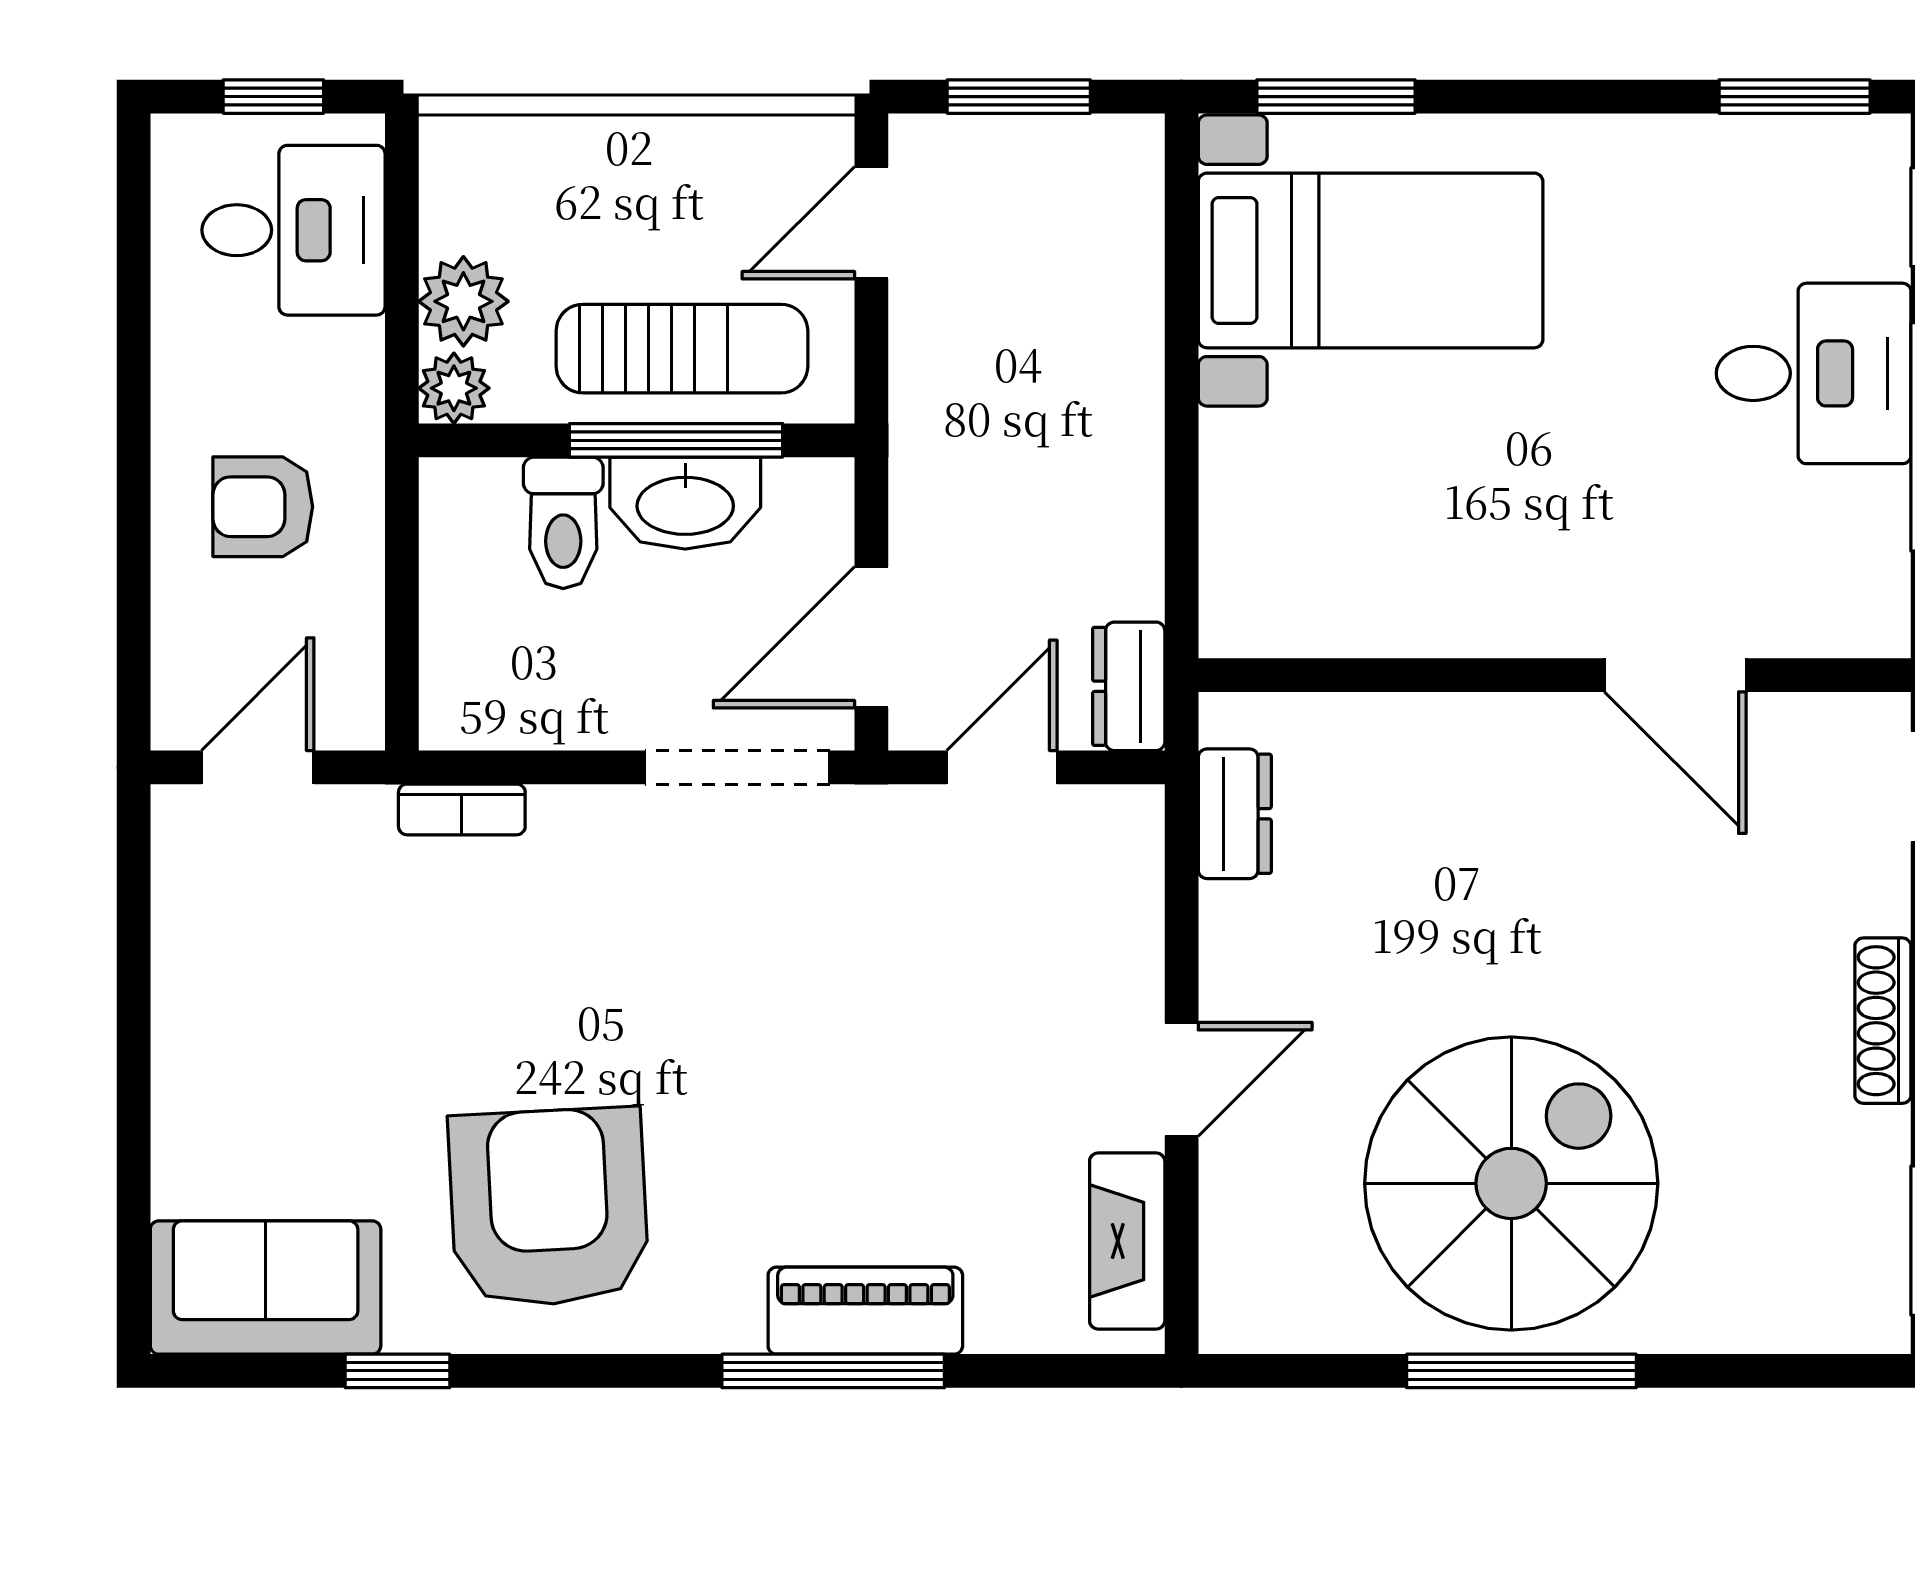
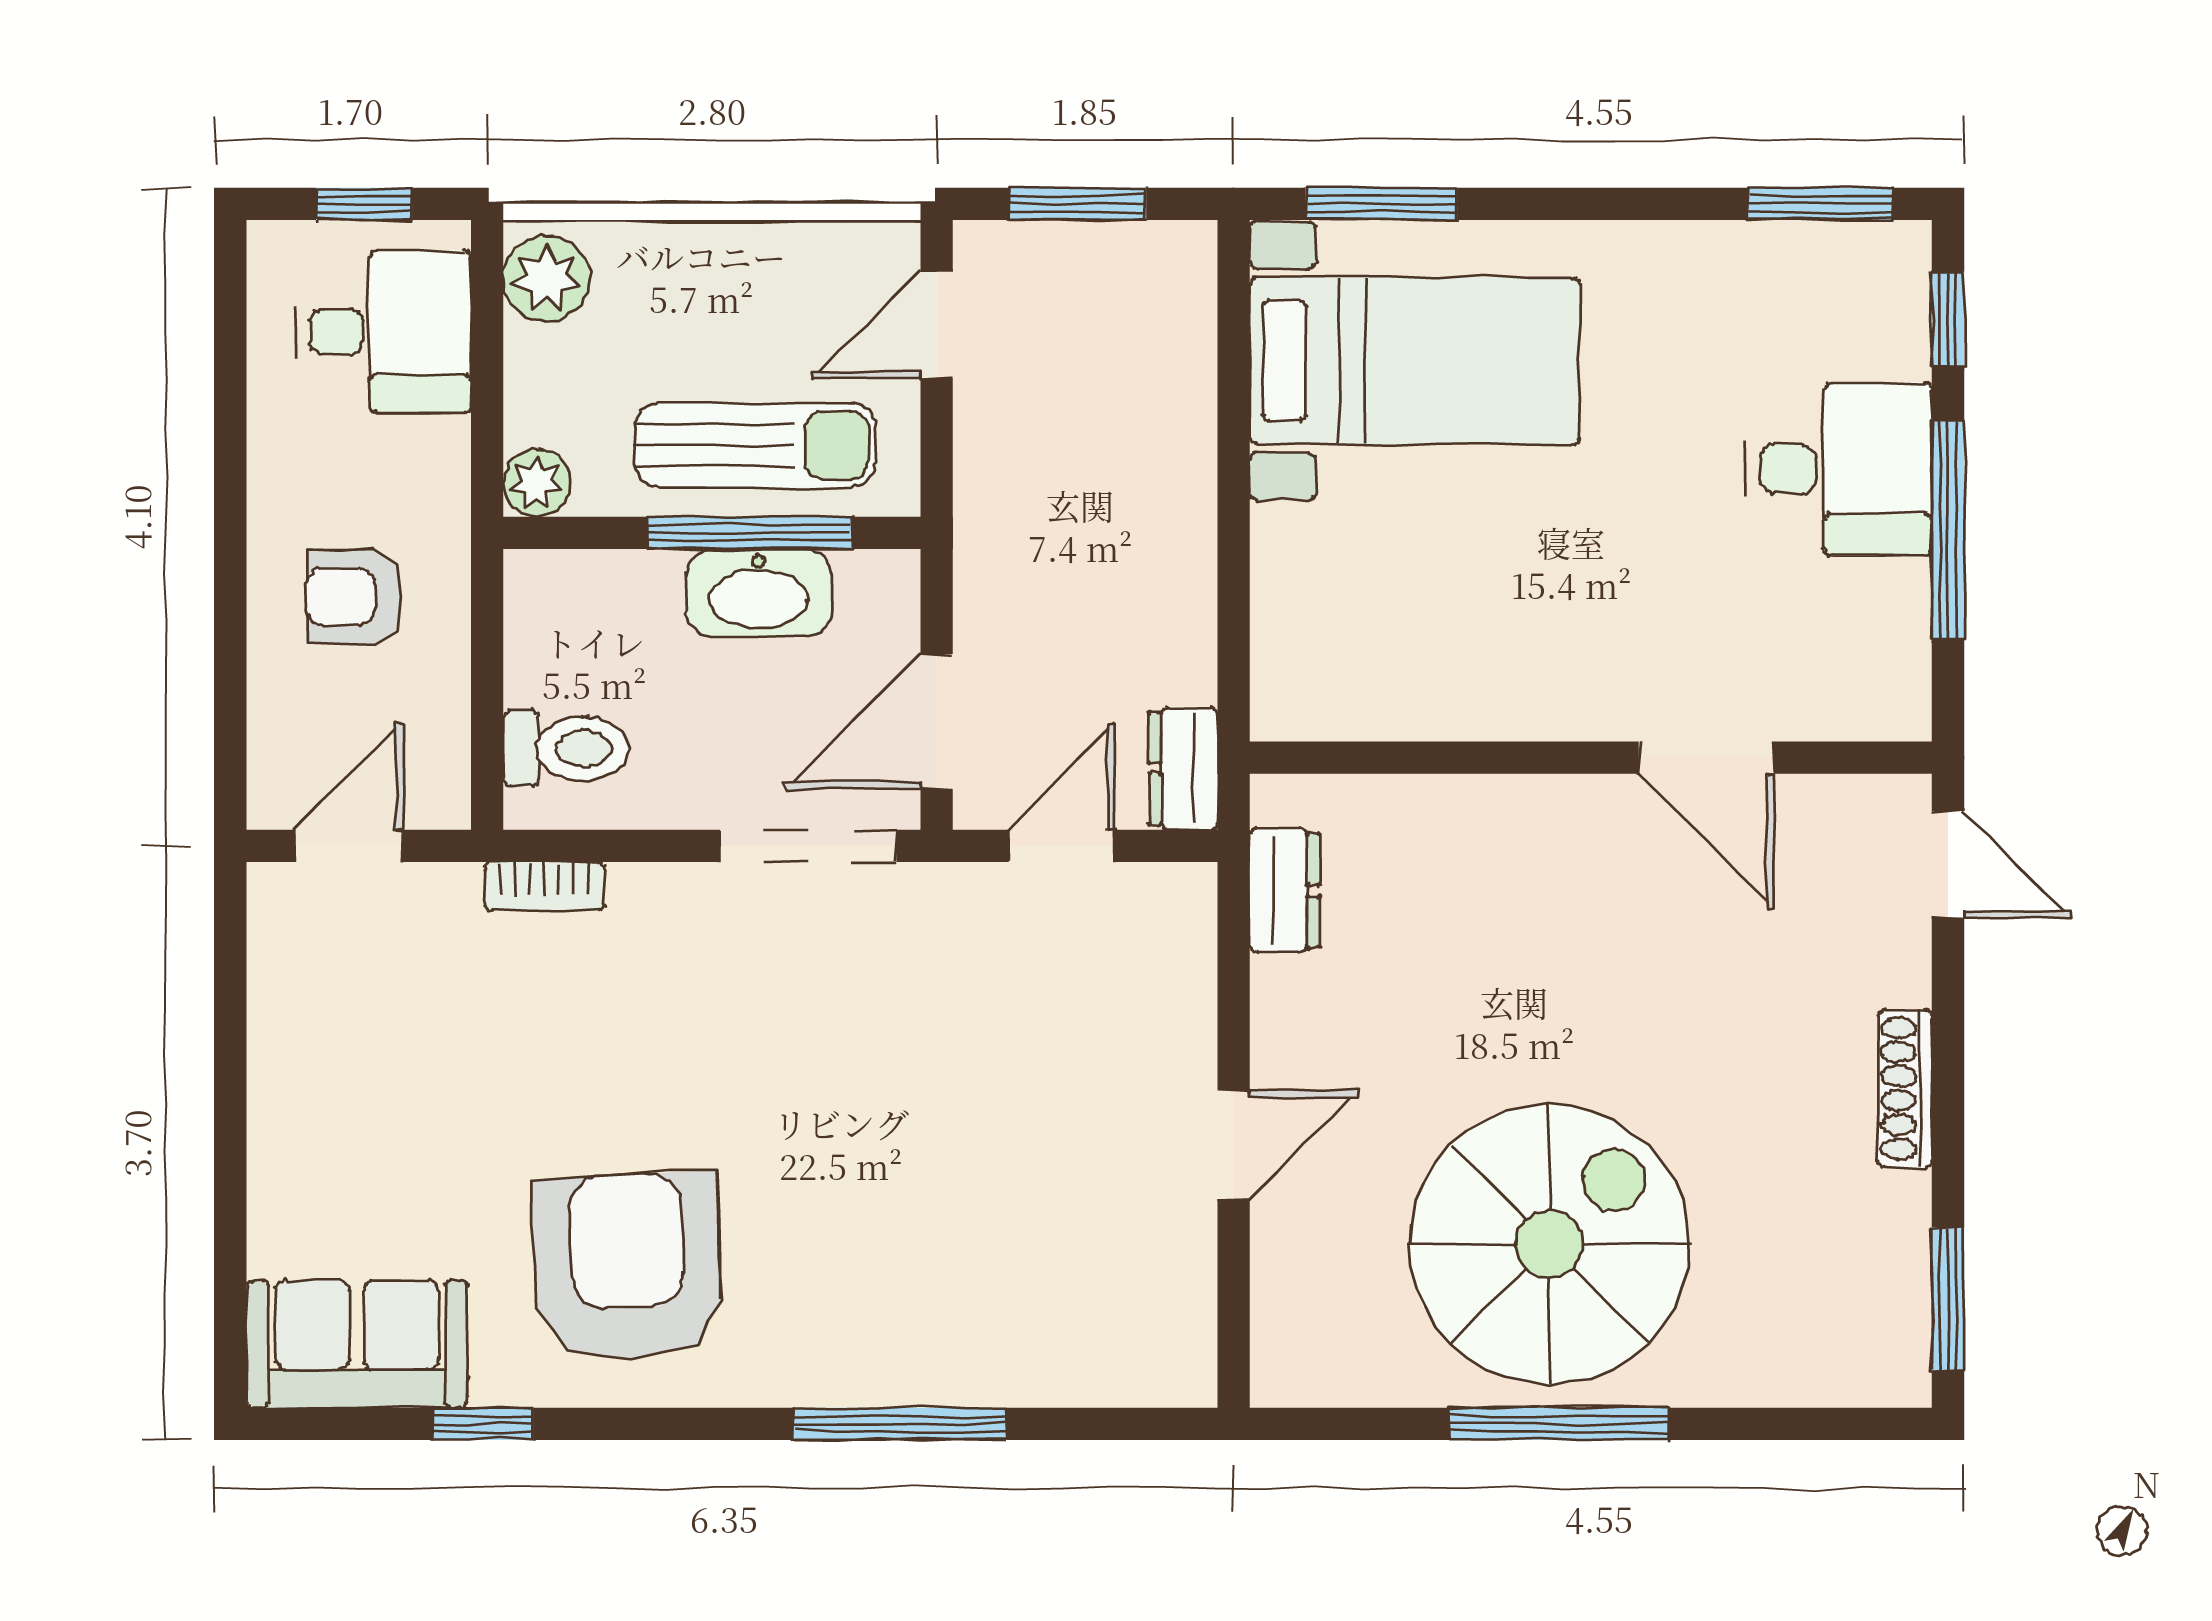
plant: (463, 301) -> (546, 279), moved
toilet: (563, 523) -> (566, 748), moved, turned -90
fireplace: (1127, 1241) -> (1182, 1299), removed
piano: (865, 1311) -> (931, 1366), removed

